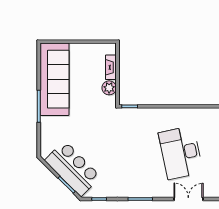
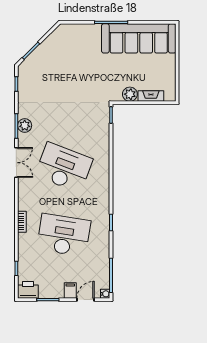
desk: (181, 153) -> (64, 167), turned 33
bar counter: (73, 169) -> (48, 57), removed
plant: (140, 191) -> (25, 125), added
double door: (188, 199) -> (16, 163), moved

